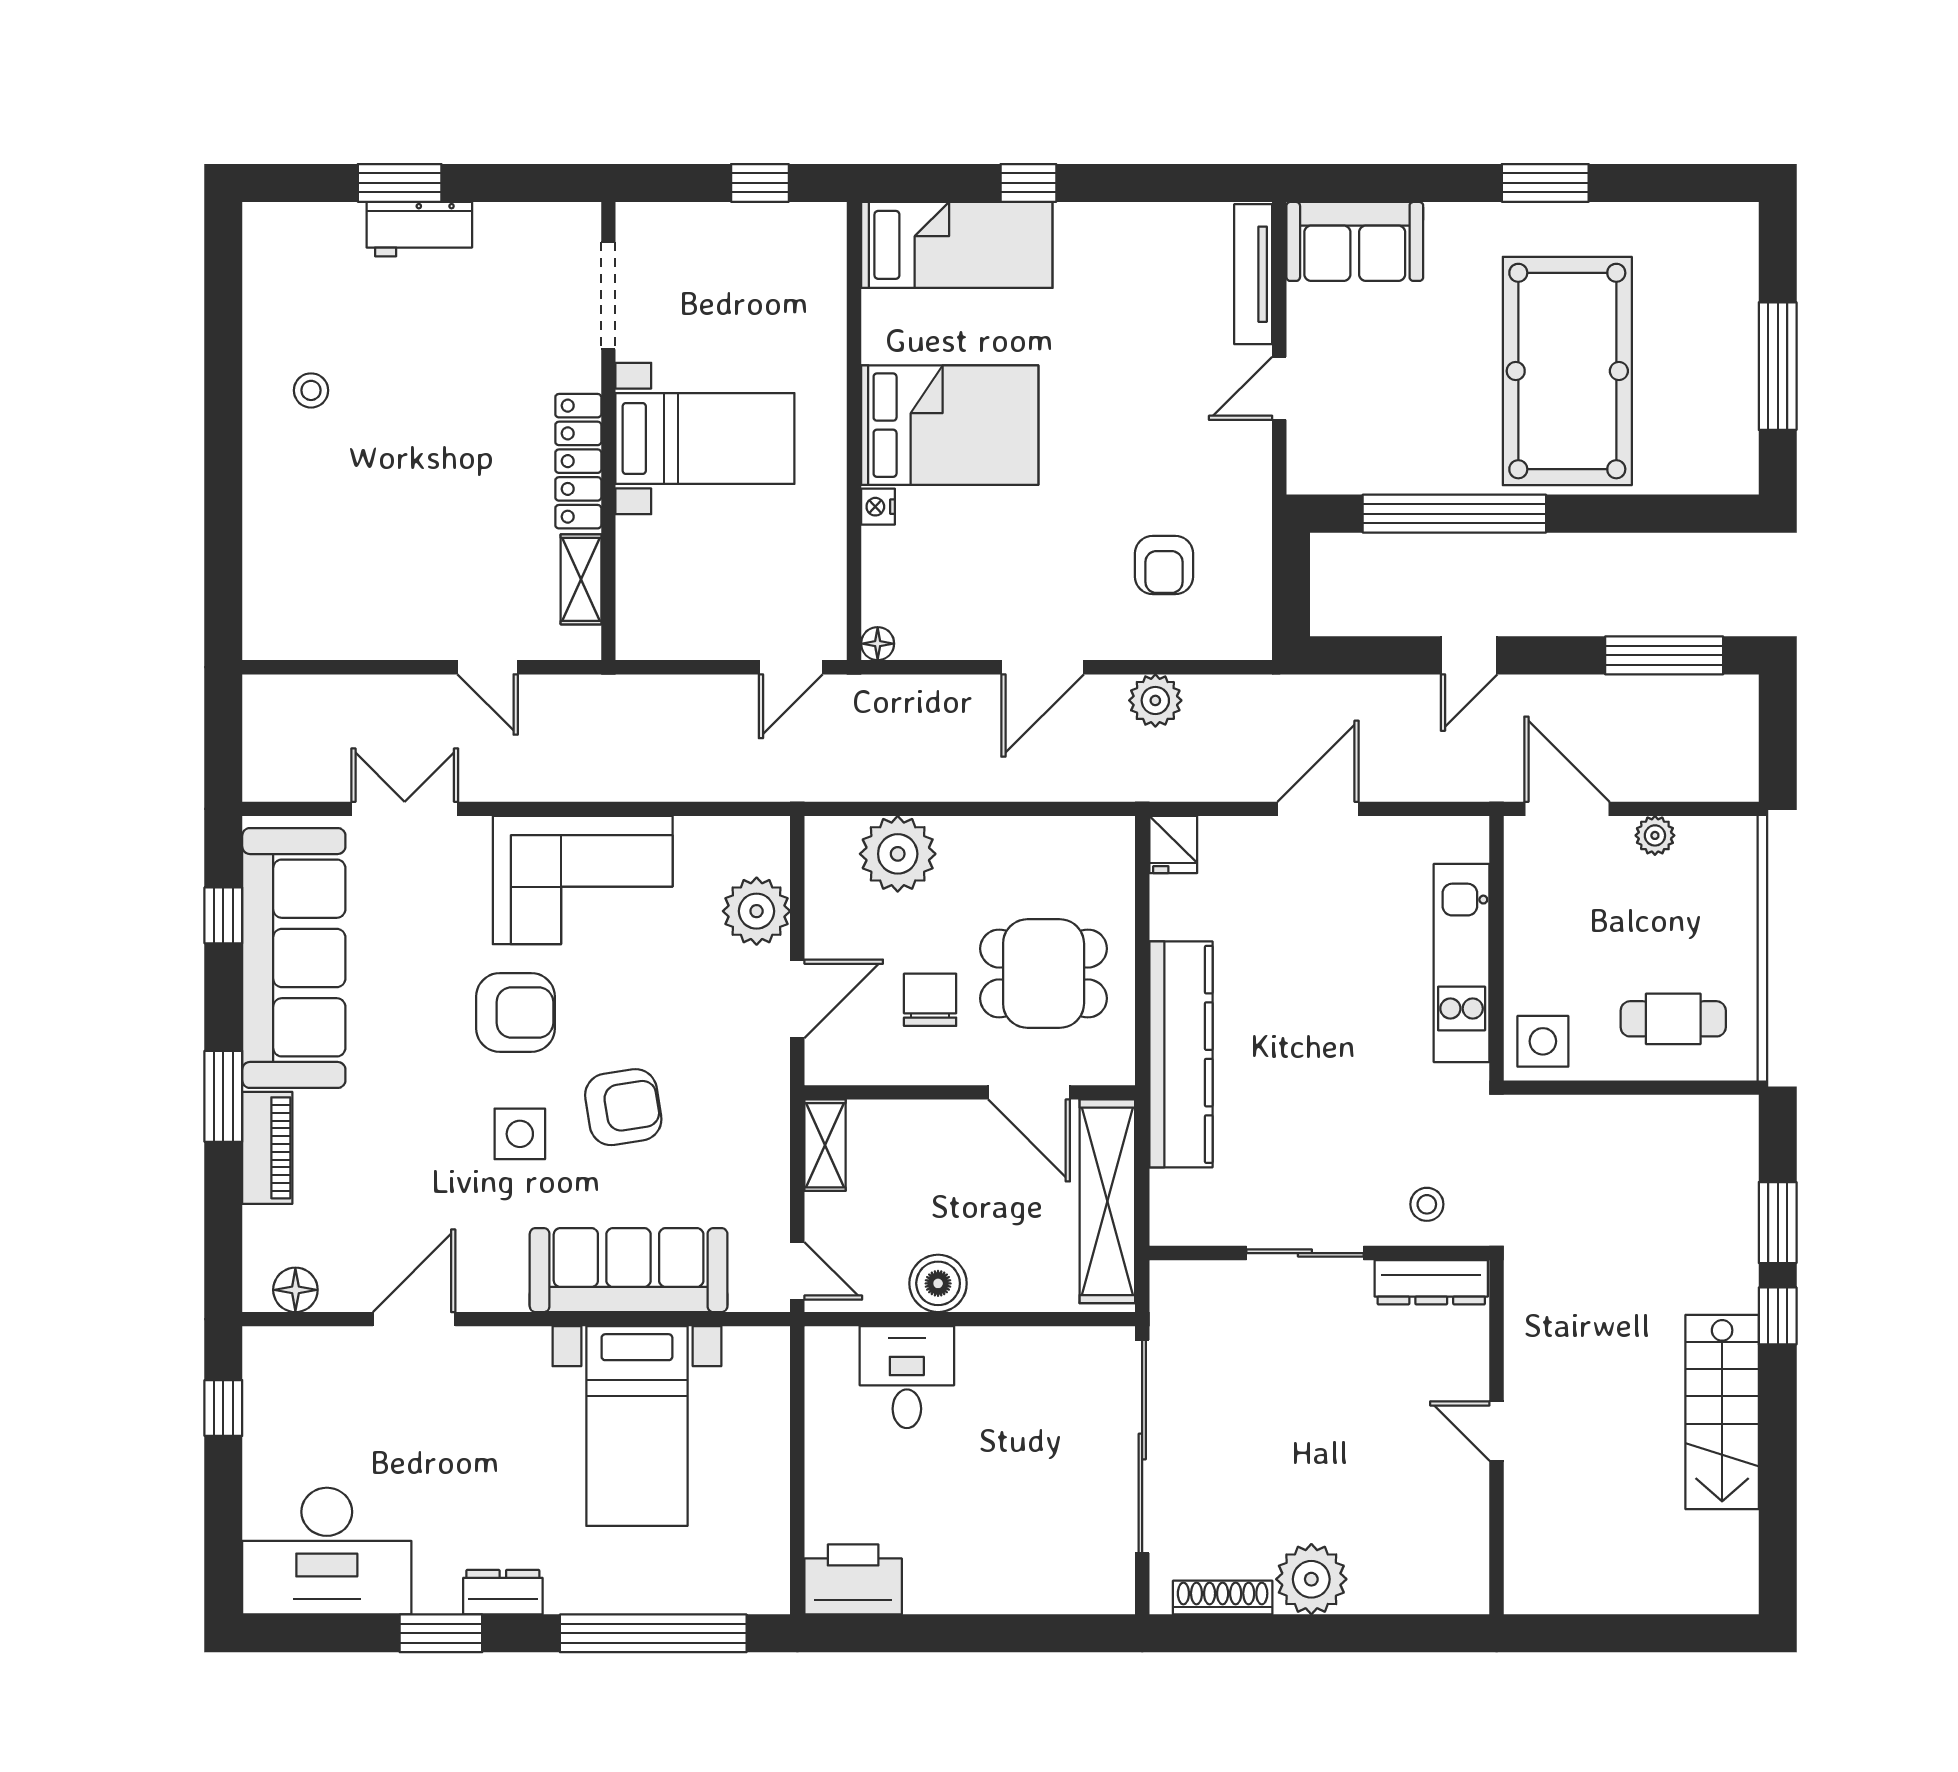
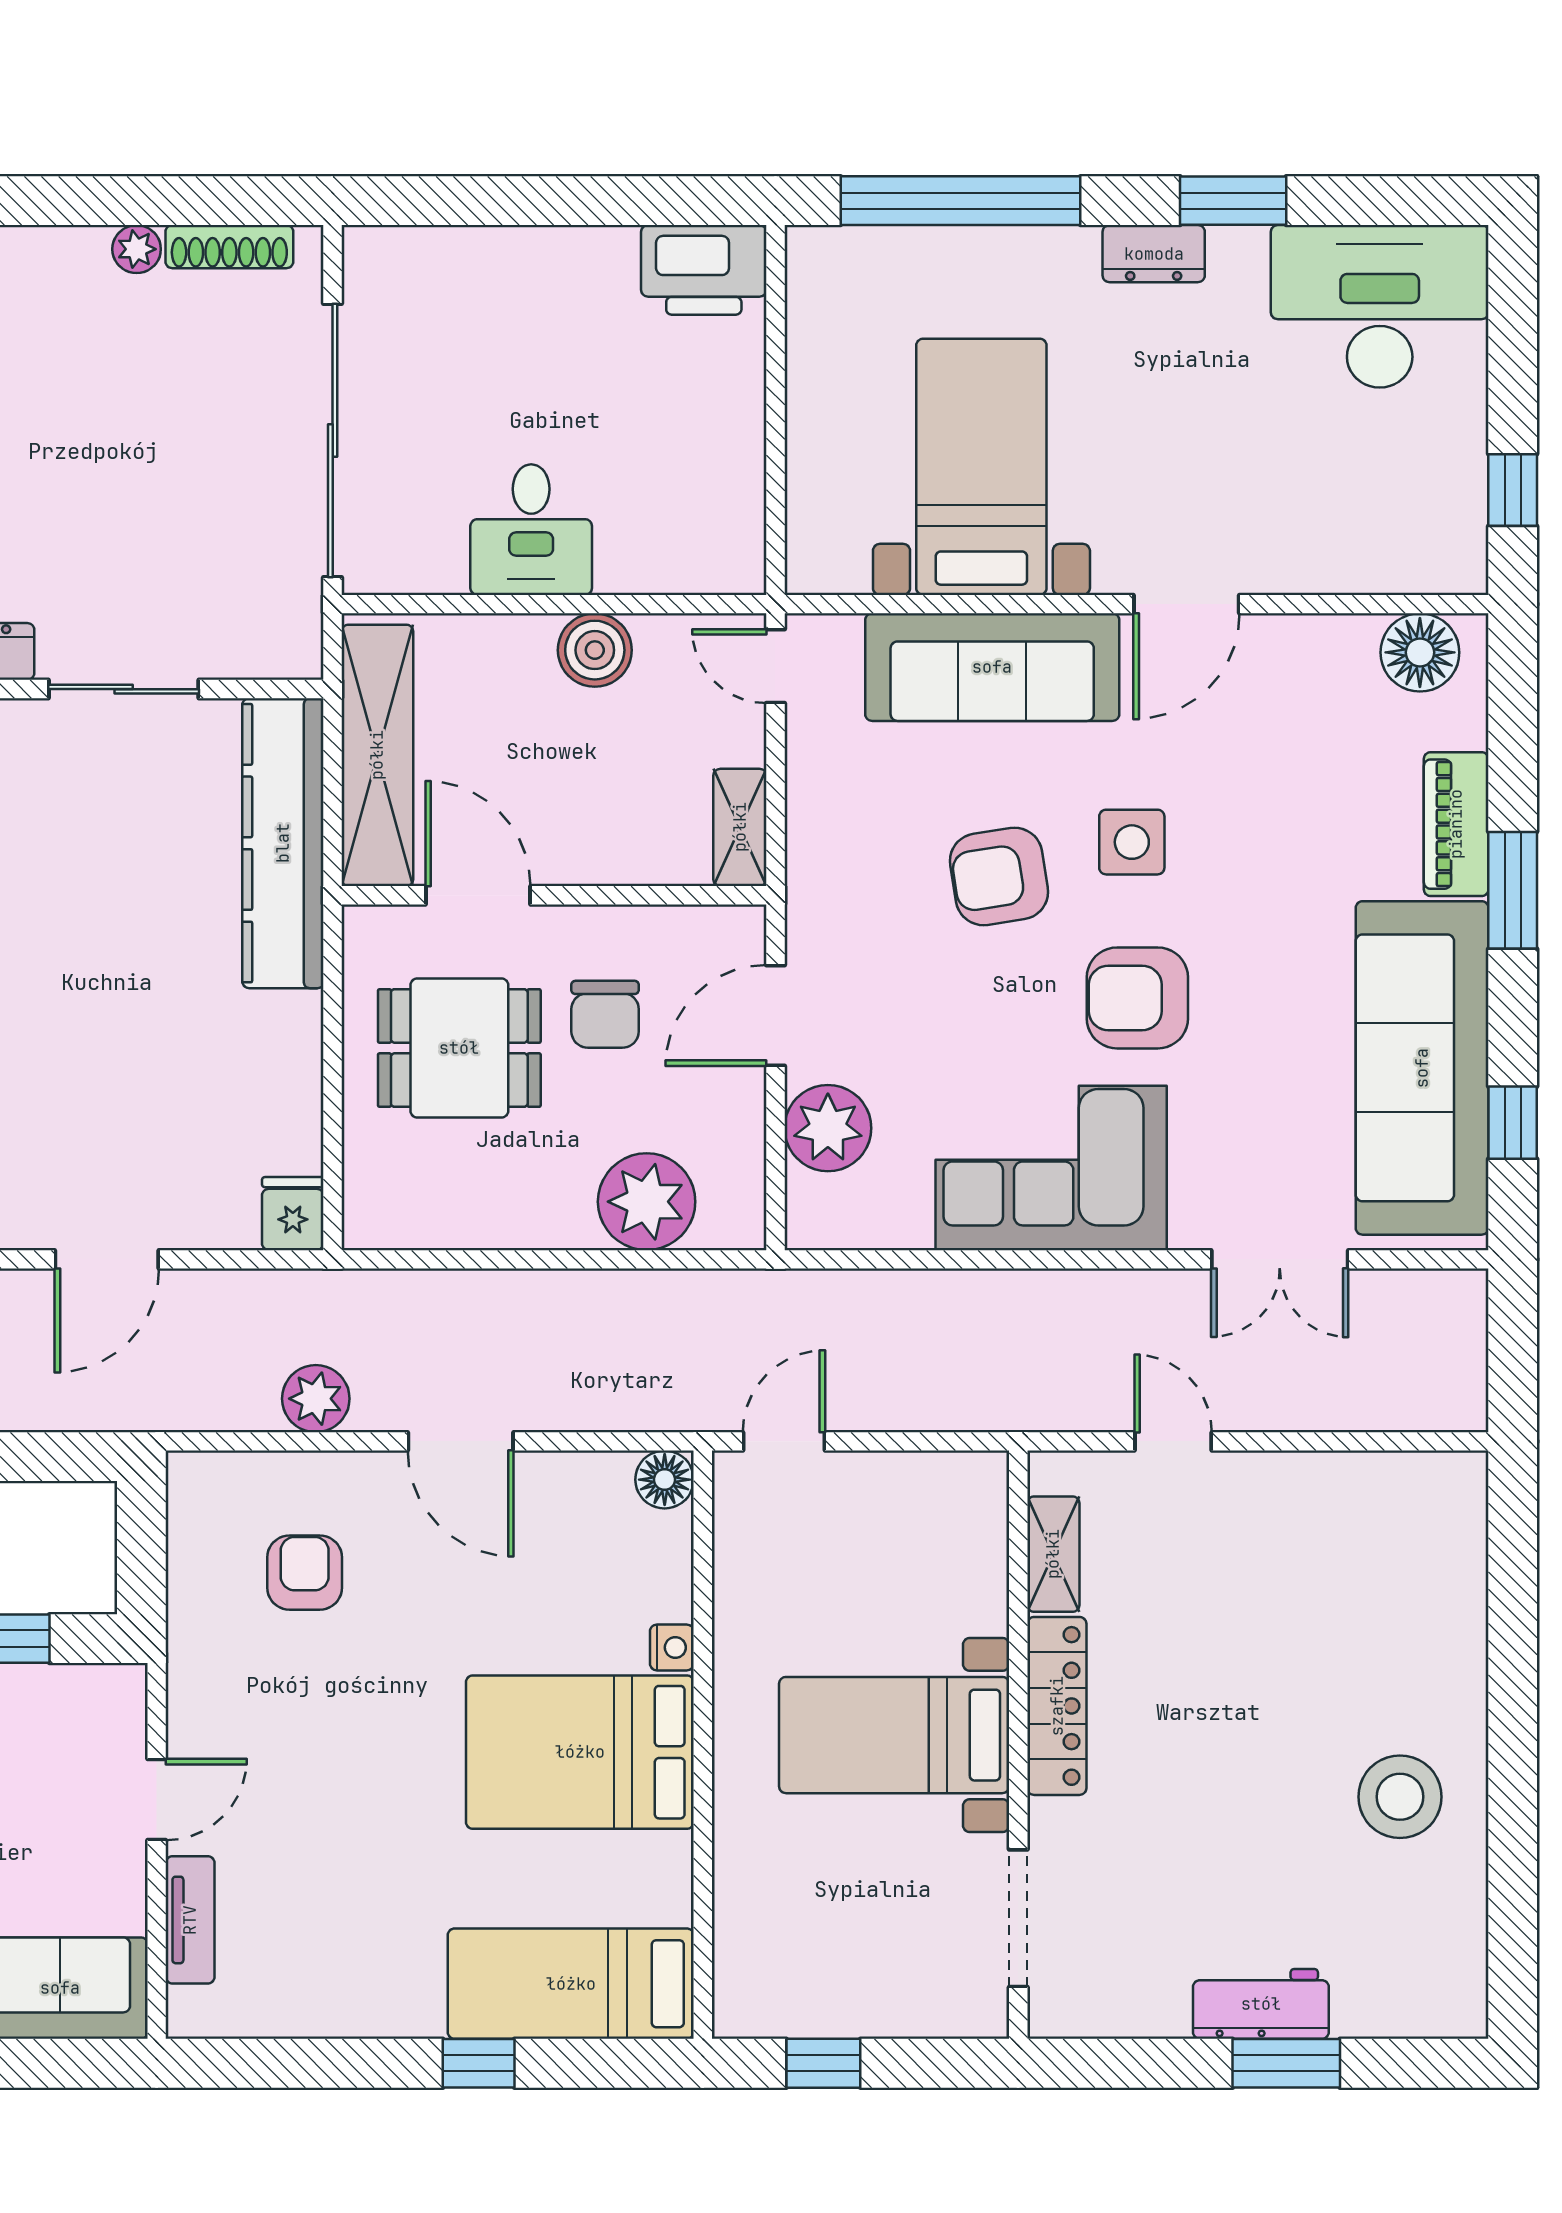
tv unit: (1253, 274) -> (190, 1920), width x0.71
stool: (311, 390) -> (1400, 1797), width x1.89, depth x1.89
floor lamp: (878, 644) -> (665, 1480), width x1.37, depth x1.37
door: (1043, 667) -> (461, 1441), swing flipped
kitchen counter: (1181, 1054) -> (283, 843), moved
floor lamp: (295, 1290) -> (1420, 652), width x1.38, depth x1.38
door: (414, 1319) -> (1186, 604), moved
desk: (907, 1377) -> (531, 530), moved
plant: (1311, 1579) -> (137, 249), width x0.53, depth x0.53

